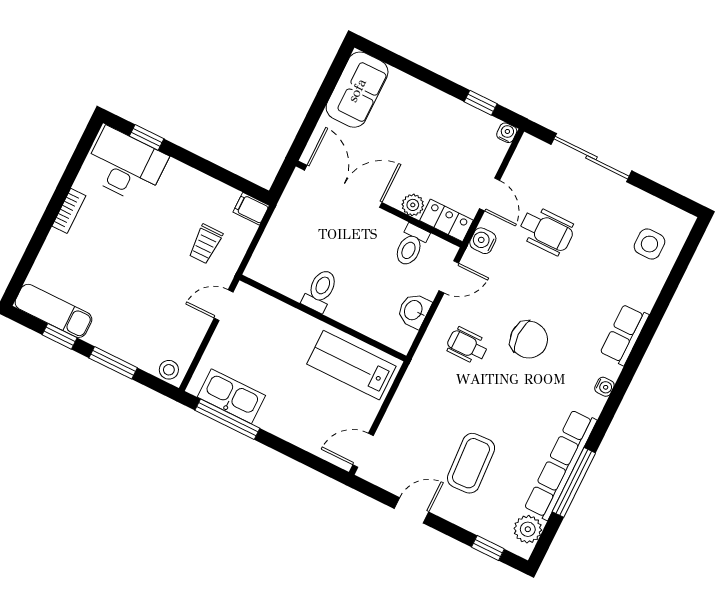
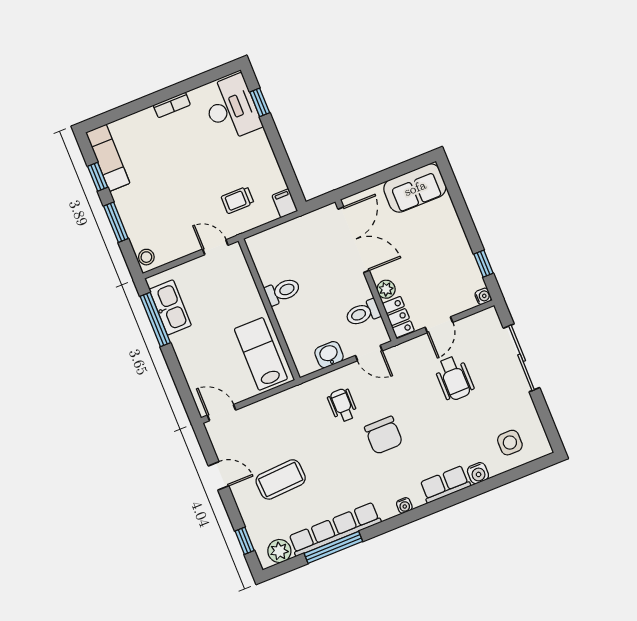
water cooler: (483, 241) -> (478, 473), moved, turned 180

